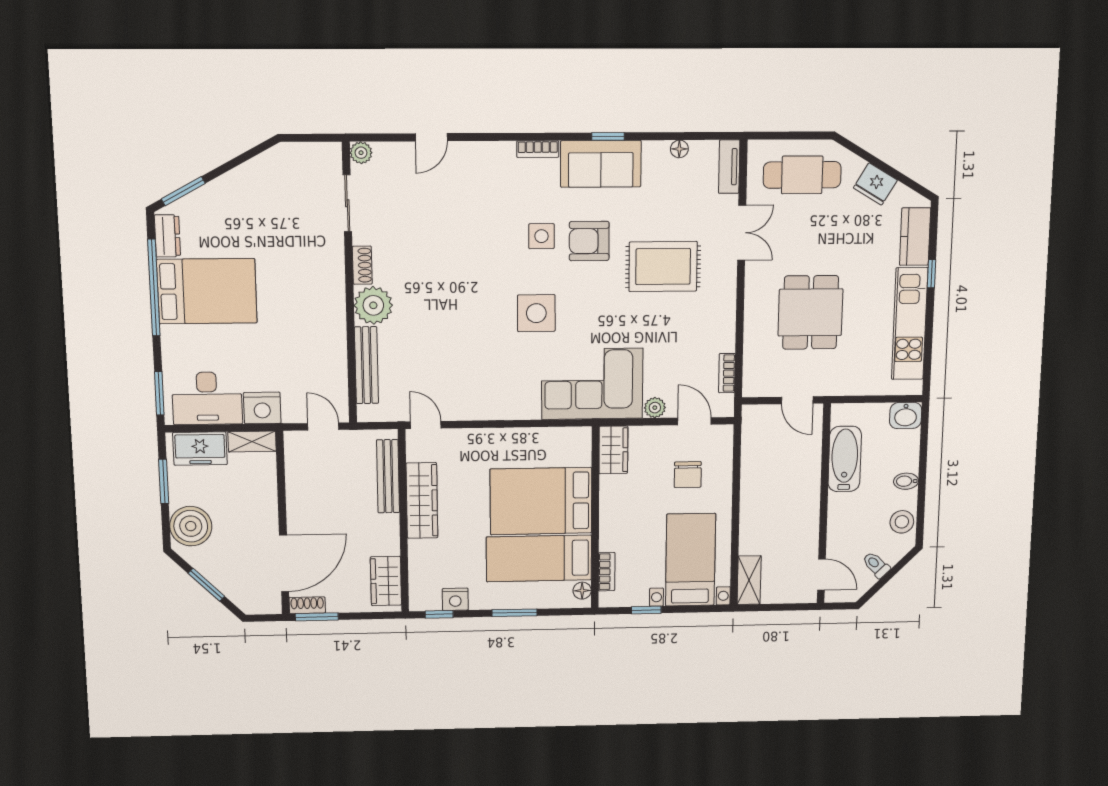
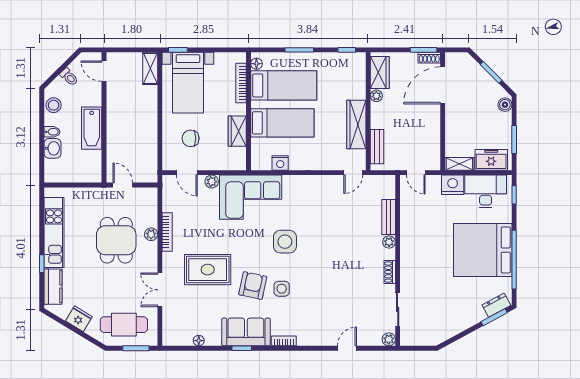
window: (783, 136) -> (136, 348), added
tv unit: (729, 167) -> (168, 330), removed
dresser: (167, 236) -> (496, 305), moved, turned 62
armchair: (589, 241) -> (253, 285), turned -78
bed: (207, 291) -> (483, 250), width x1.36
plant: (373, 305) -> (389, 242), width x0.53, depth x0.53
plant: (754, 323) -> (151, 234), added
bench: (366, 365) -> (389, 217), width x0.73
bookcase: (727, 373) -> (167, 232), moved, width x1.56
window: (159, 393) -> (514, 195), width x0.67
washbasin: (906, 415) -> (53, 148), moved, turned 90
door: (426, 425) -> (353, 173), hinge flipped
wardrobe: (613, 450) -> (237, 131), moved
bathtub: (845, 459) -> (92, 128), moved
chair: (688, 475) -> (191, 138), turned -90
bench: (388, 476) -> (377, 147), width x0.73
bed: (541, 501) -> (282, 123), width x0.67
boiler: (191, 526) -> (505, 105), width x0.54, depth x0.54
plant: (391, 545) -> (376, 96), added
bookcase: (607, 572) -> (241, 83), width x1.56
nightstand: (455, 599) -> (280, 163), moved, turned 180
window: (646, 610) -> (178, 50), moved

